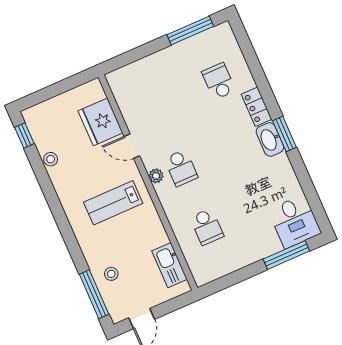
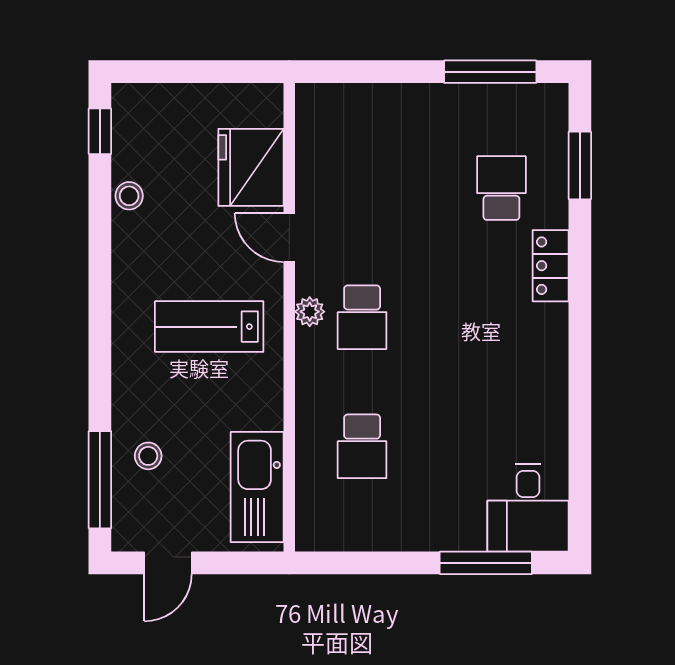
window: (284, 134) -> (580, 166), moved
washbasin: (270, 139) -> (549, 337), removed
kitchen sink: (169, 265) -> (257, 487), width x1.36, depth x1.24

